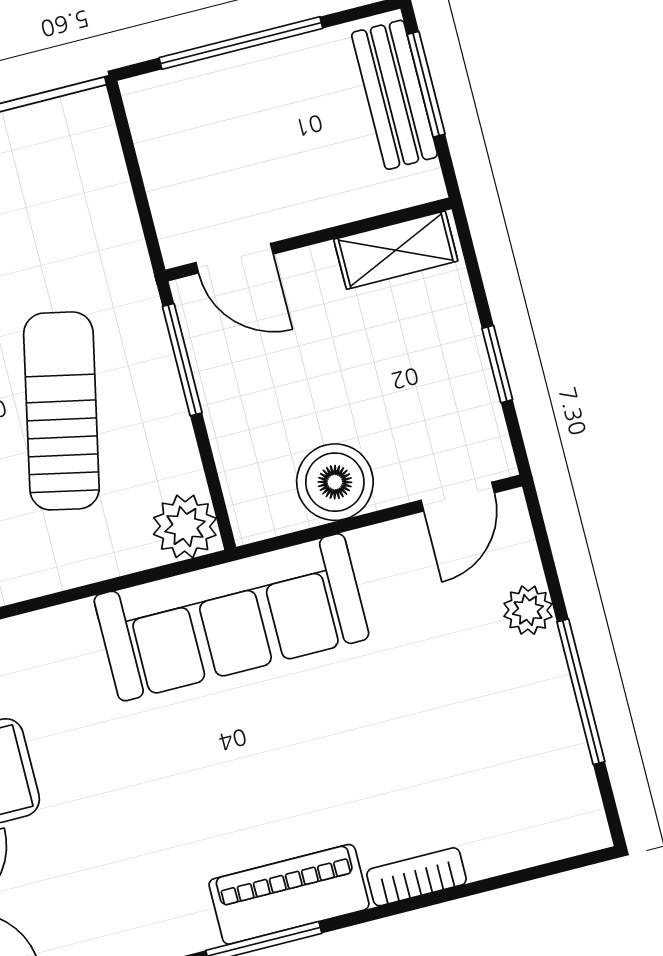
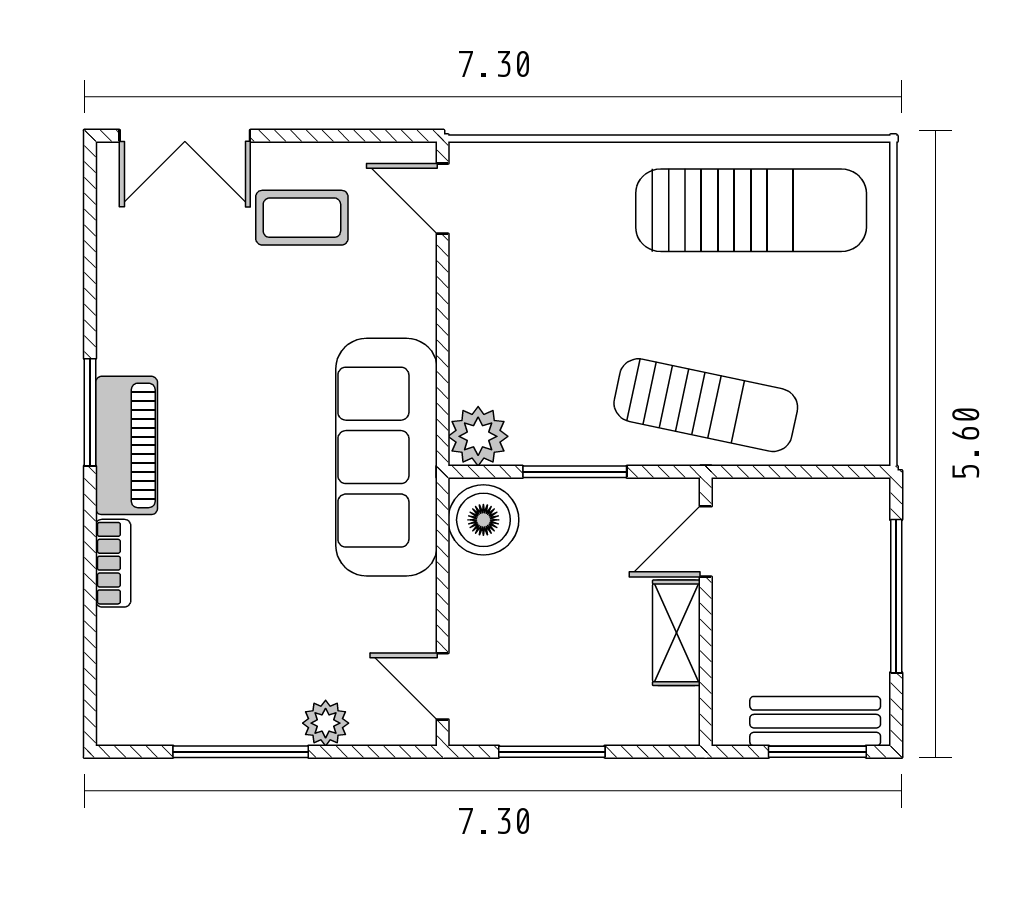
shelving: (396, 250) -> (676, 633), moved
window: (182, 360) -> (575, 472), moved
window: (497, 364) -> (552, 752), width x1.50
sun lounger: (61, 411) -> (706, 405), moved
boiler: (335, 482) -> (483, 520), moved

